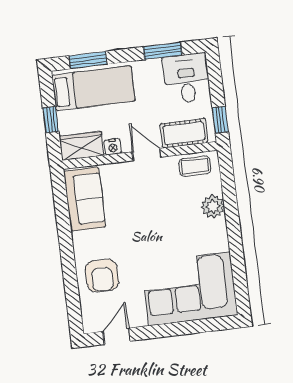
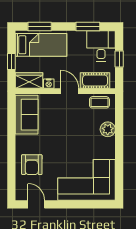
window: (220, 120) -> (119, 59), moved
door: (117, 336) -> (36, 204), hinge flipped

